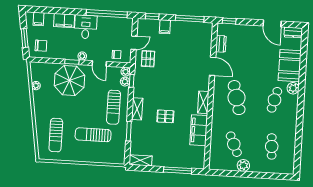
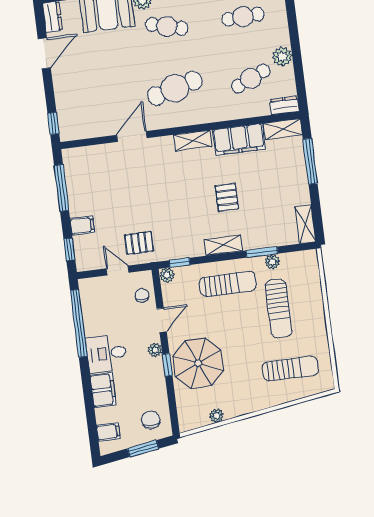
dresser: (221, 44) -> (284, 105), moved
plant: (125, 82) -> (272, 262), moved
shelving: (200, 158) -> (283, 129), added

